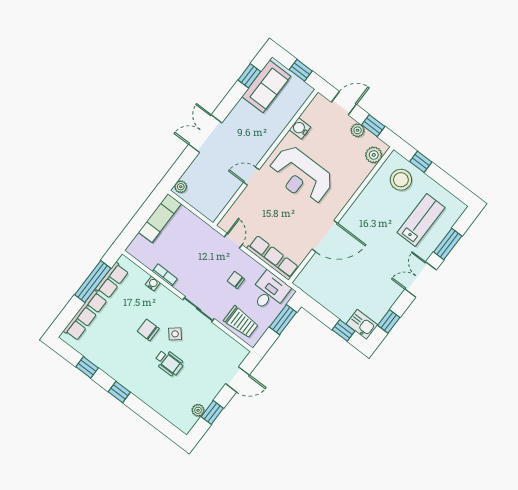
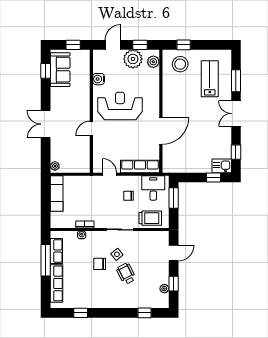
plant: (358, 130) -> (133, 59), width x1.87, depth x1.87
reception desk: (301, 175) -> (120, 106), turned 180
wheelchair: (169, 363) -> (126, 274), turned -117
window: (119, 392) -> (144, 313), moved

